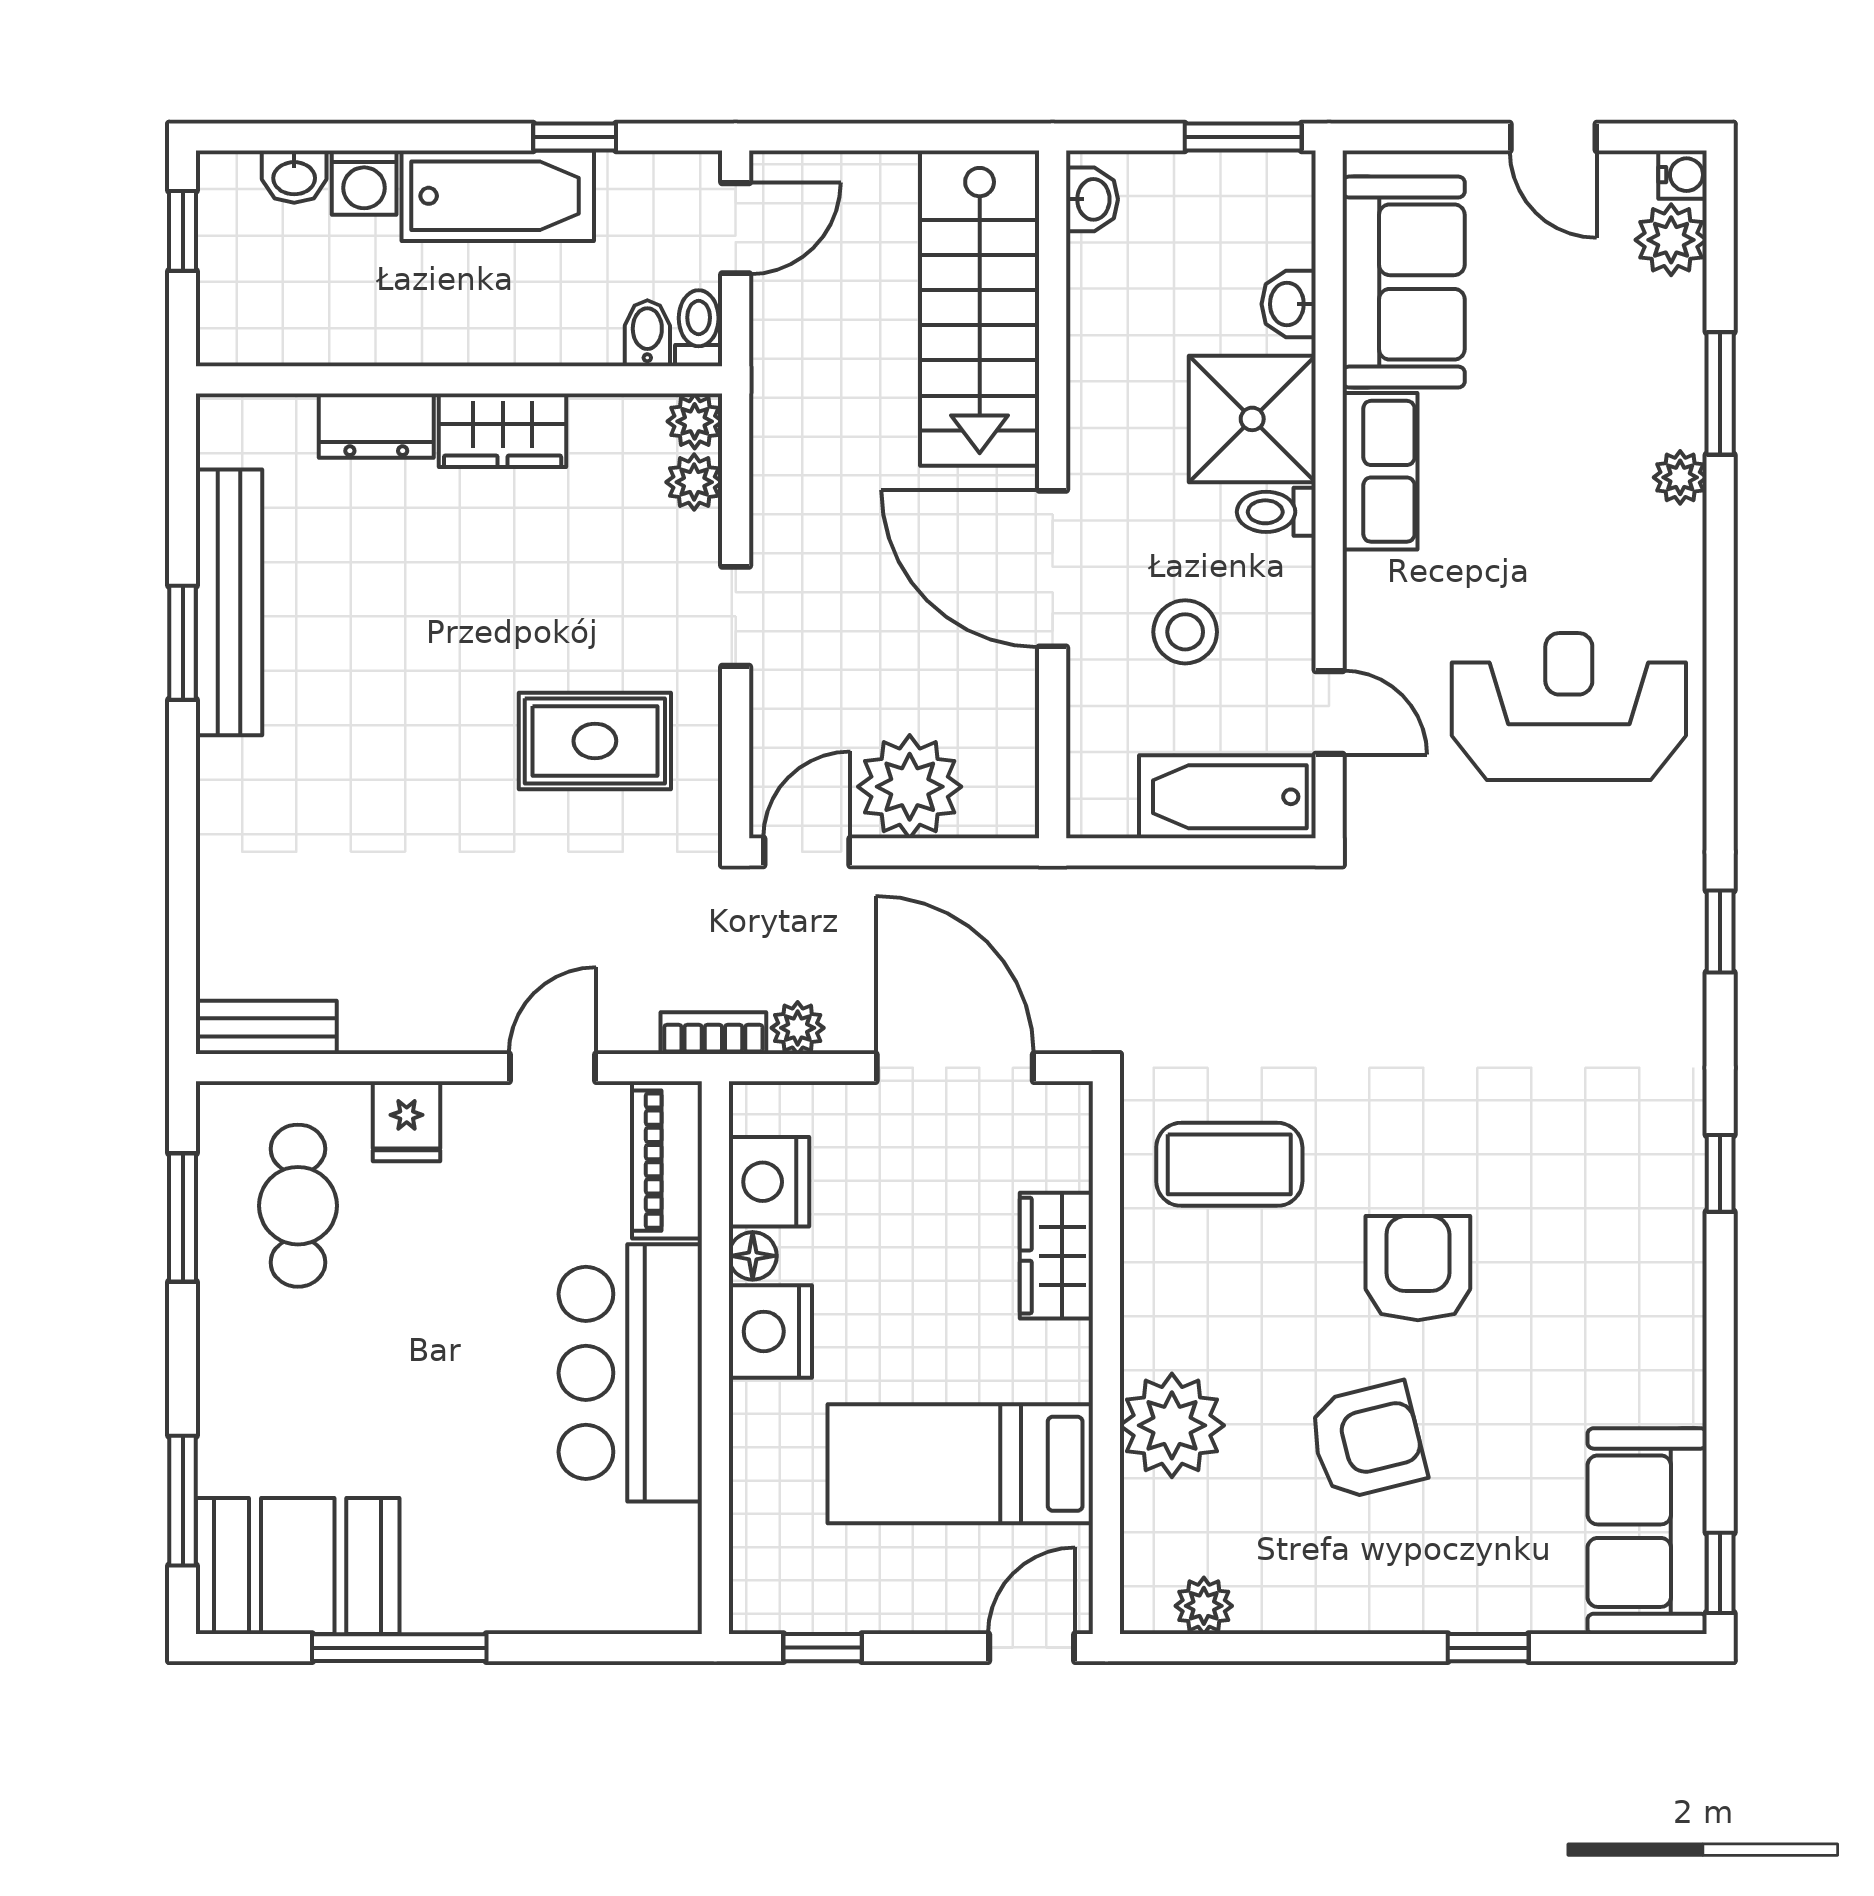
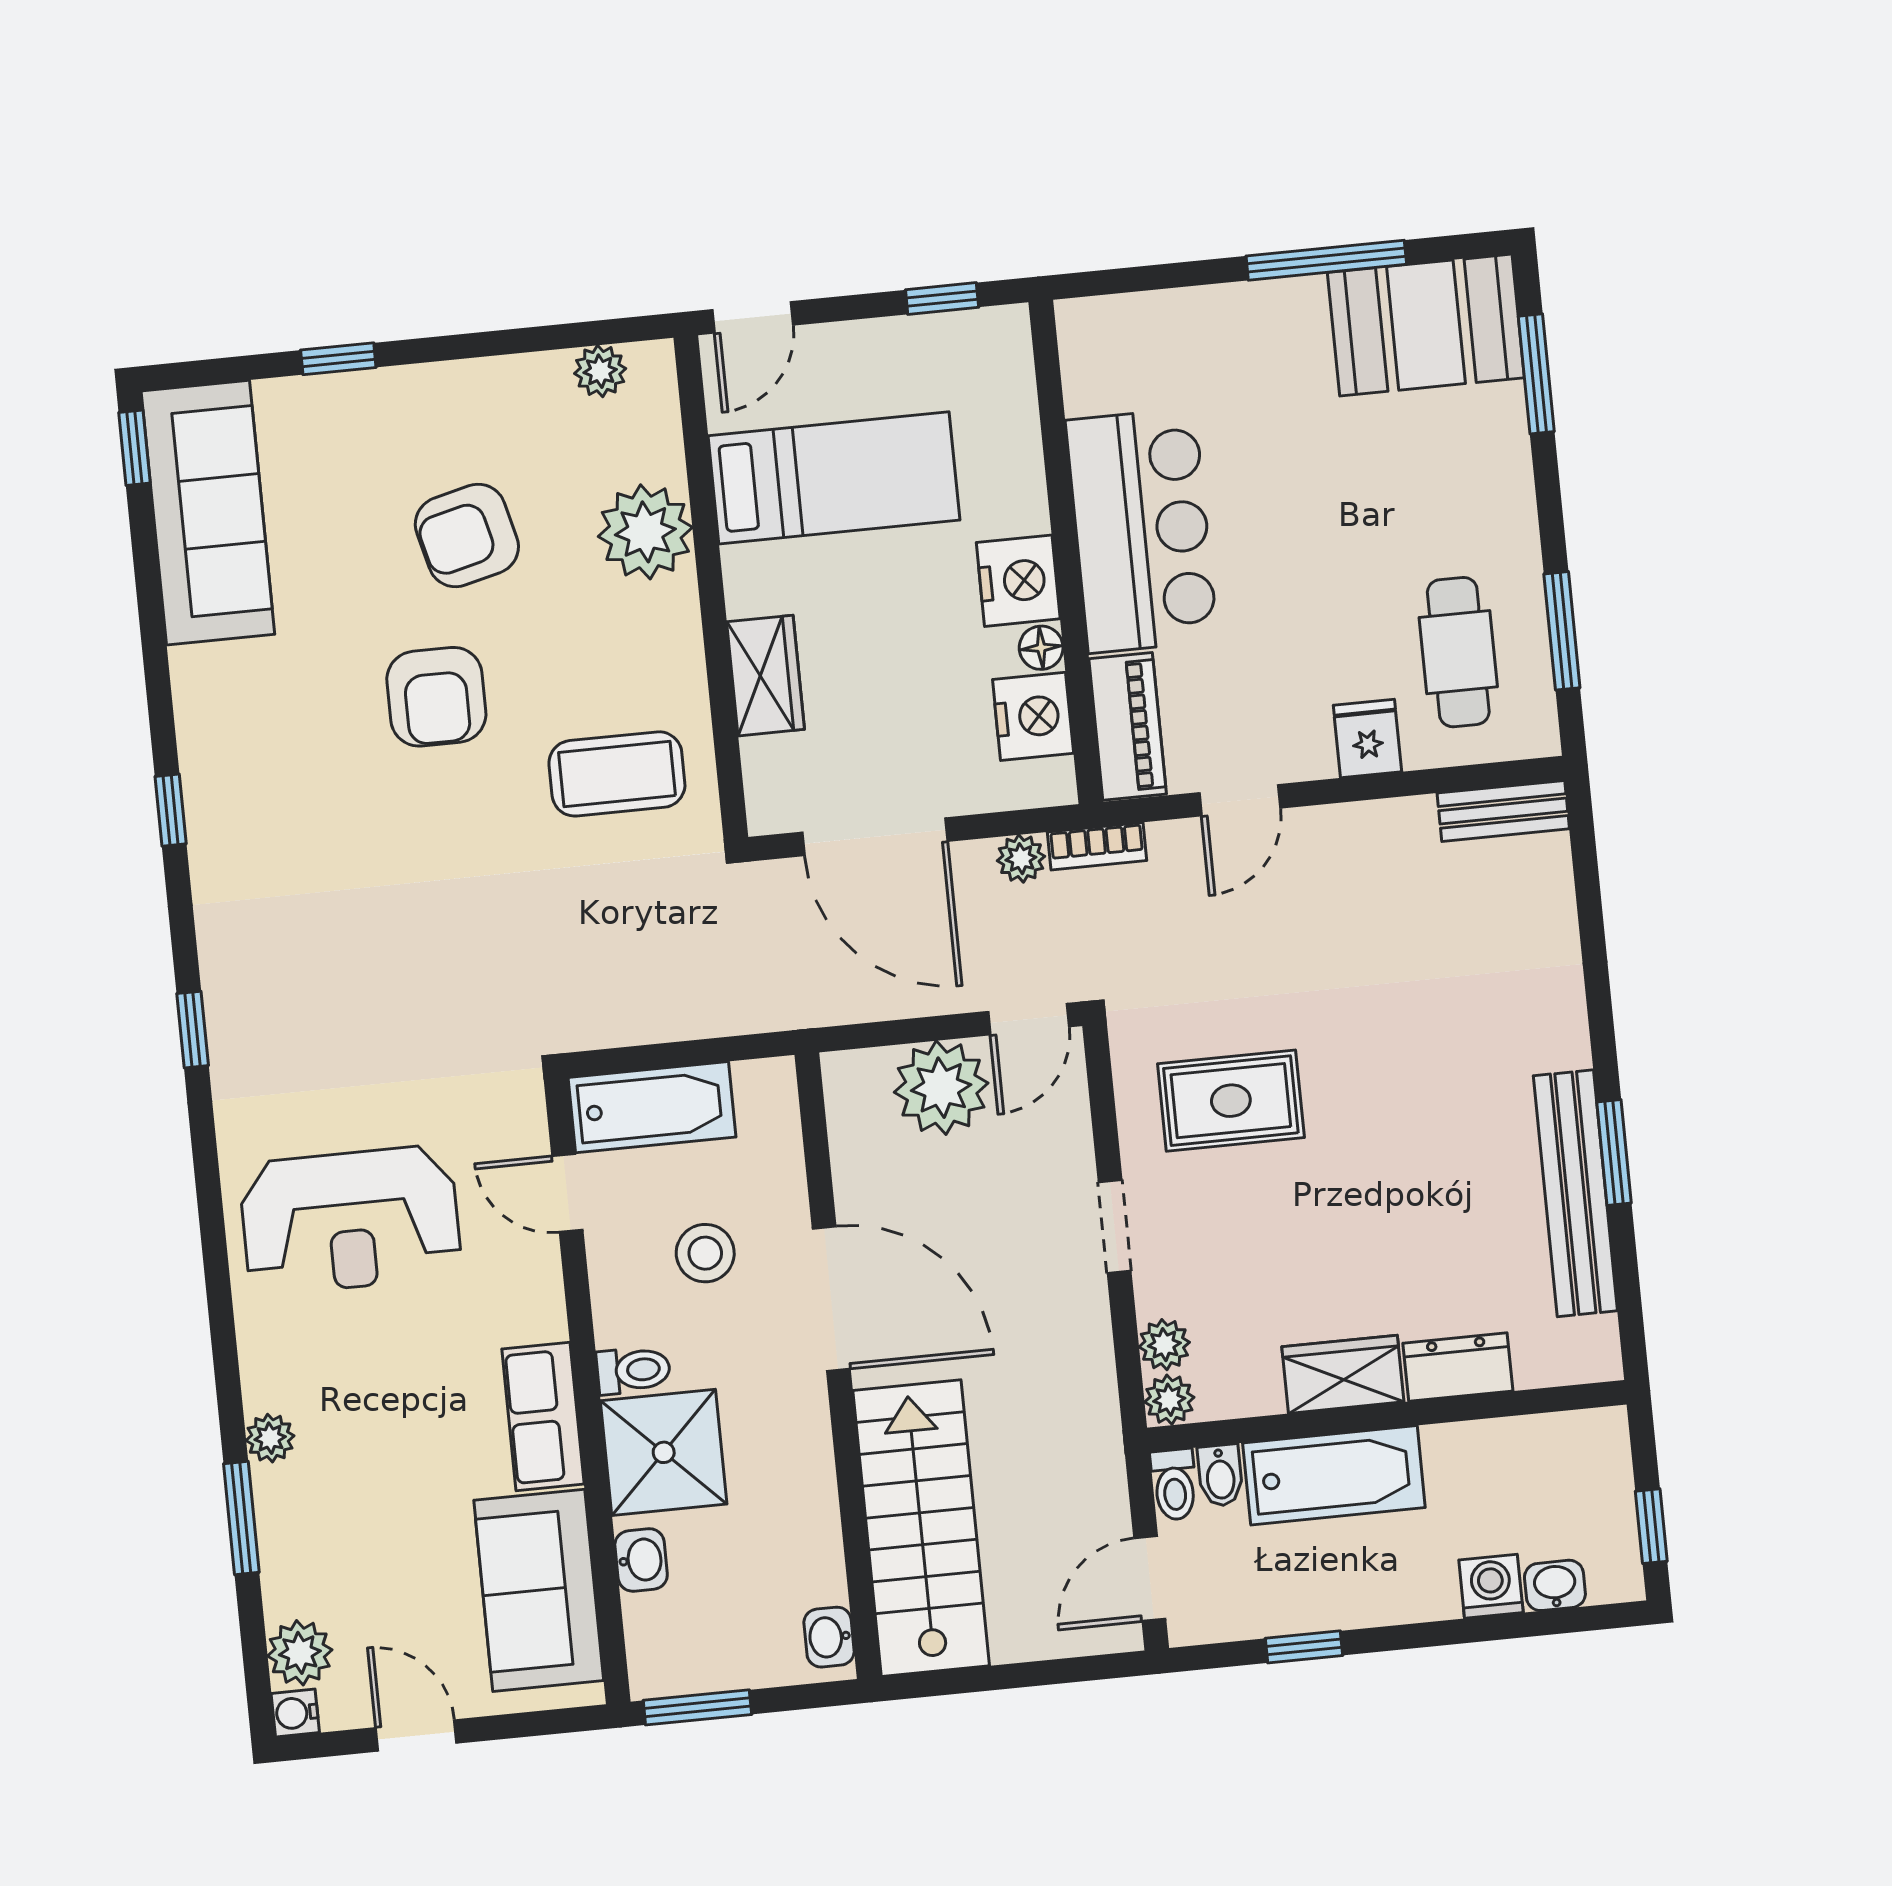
bathtub: (498, 196) -> (1334, 1475), moved, turned 180
sofa: (1647, 1531) -> (208, 513), width x1.36

